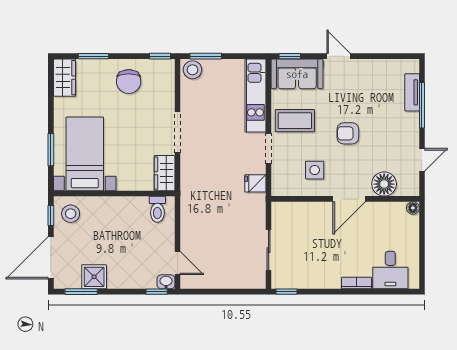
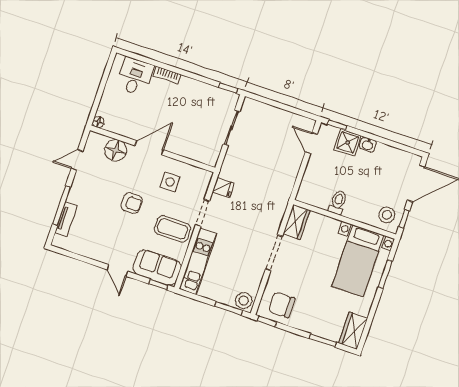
chair: (129, 82) -> (282, 305), moved, turned -90
toilet: (157, 209) -> (338, 202), moved
shower: (94, 277) -> (348, 142), moved
washbasin: (166, 282) -> (368, 145), moved
window: (81, 292) -> (400, 147), removed

